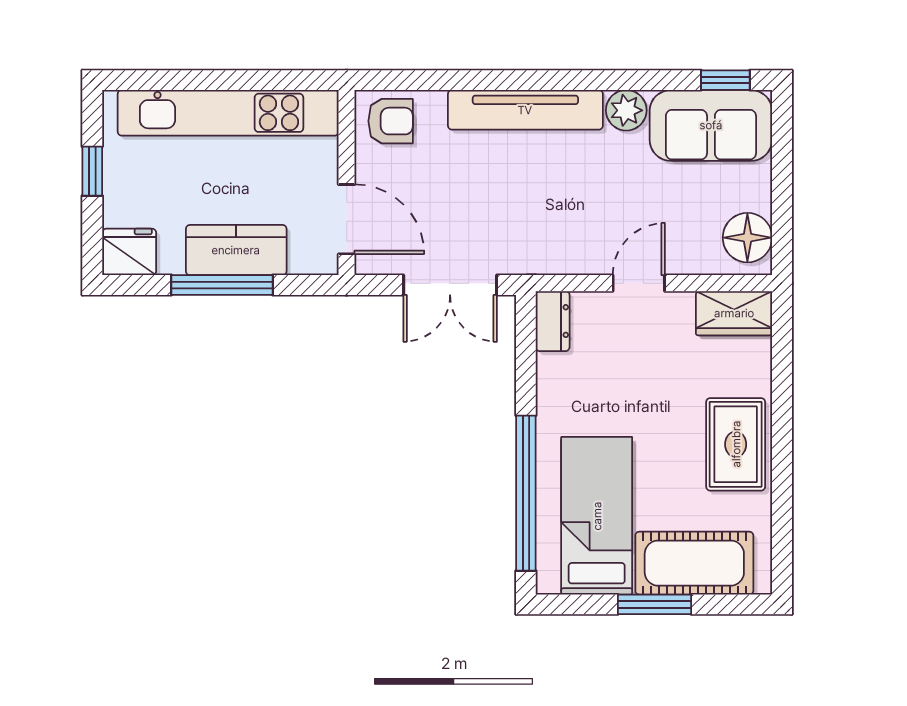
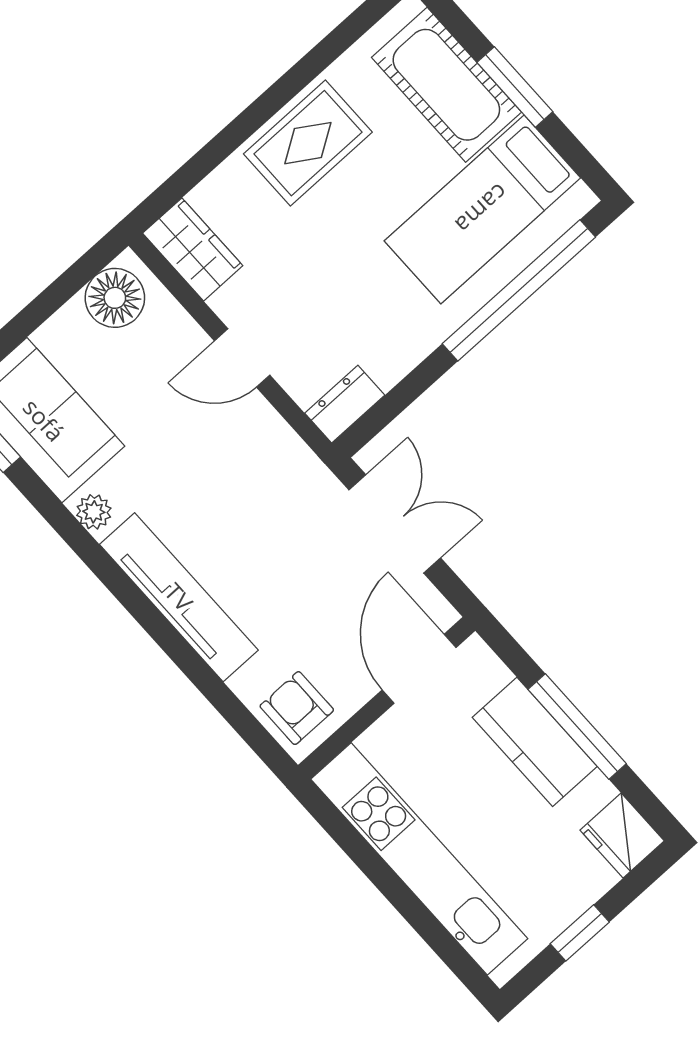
plant: (626, 110) -> (94, 512), width x0.73, depth x0.73

